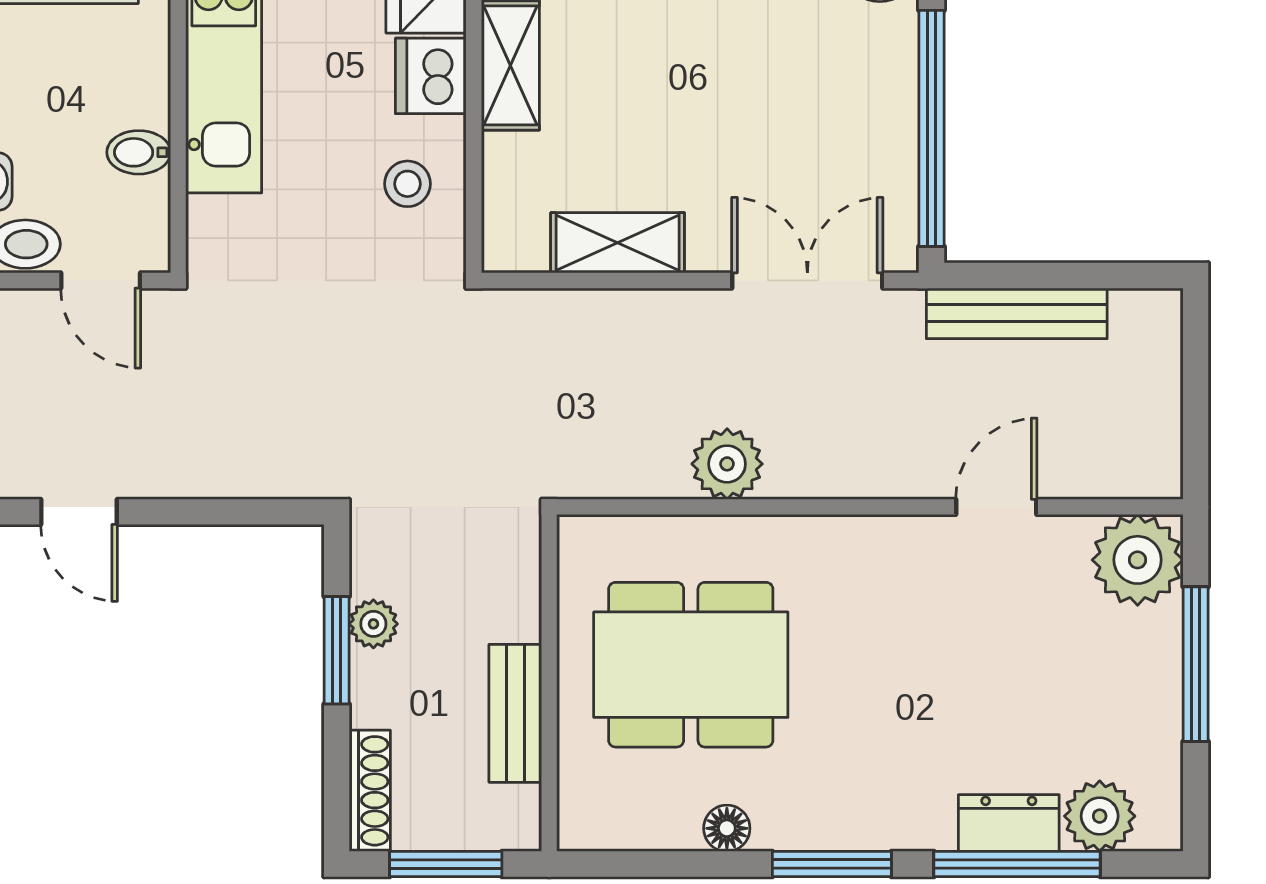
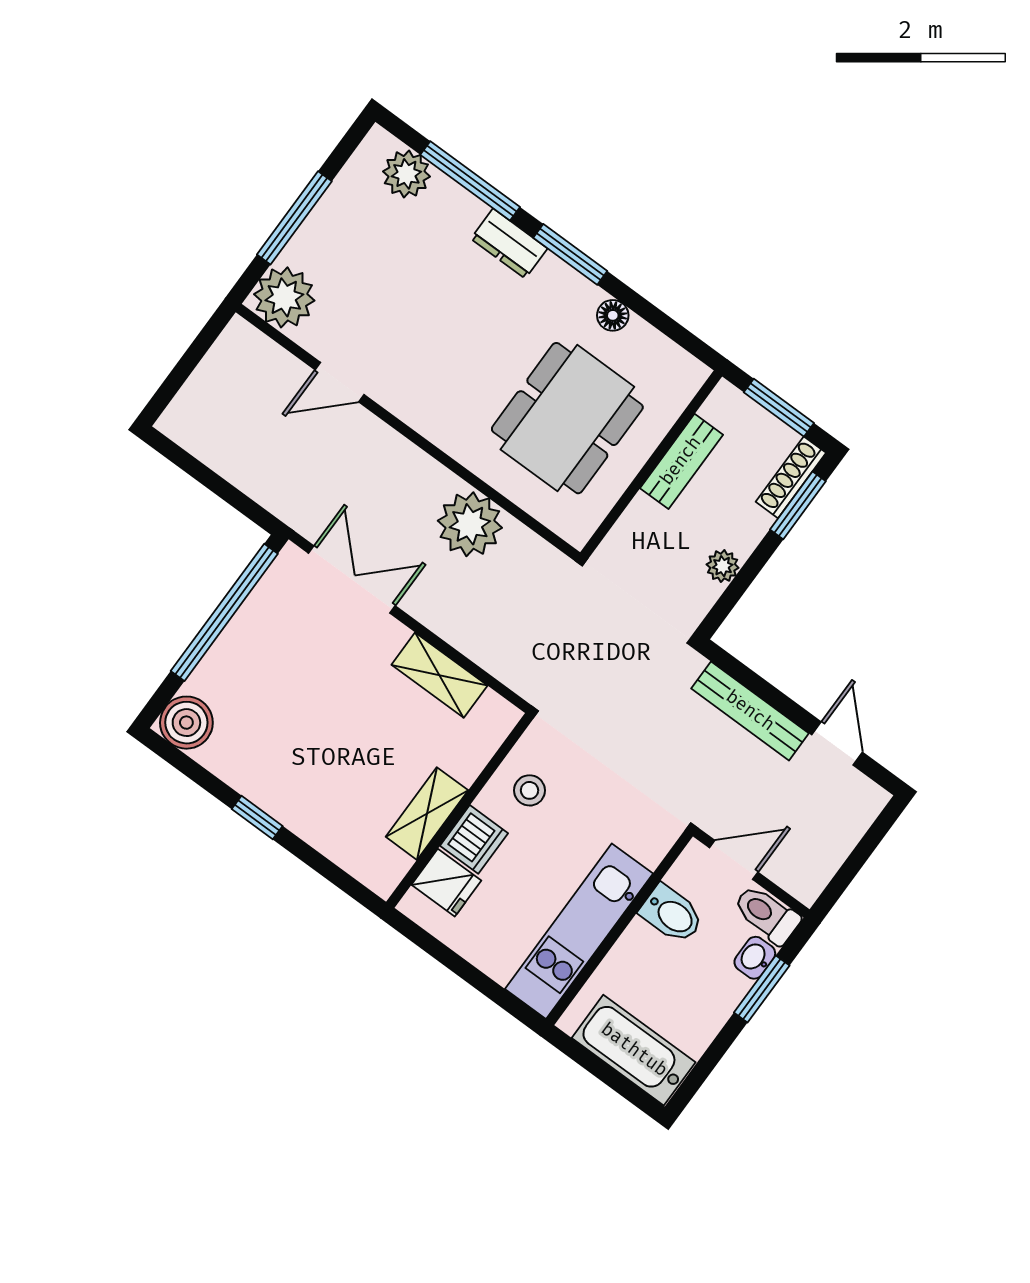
bidet: (139, 152) -> (672, 914), width x1.38, depth x1.36
door: (101, 280) -> (734, 860), hinge flipped
double door: (807, 280) -> (352, 579), swing flipped
bench: (1017, 313) -> (750, 711), moved
plant: (727, 464) -> (470, 524), width x1.36, depth x1.36
window: (337, 650) -> (798, 505), moved
dining table: (691, 665) -> (567, 418), turned 90
dresser: (1009, 823) -> (509, 244), moved

